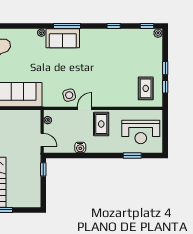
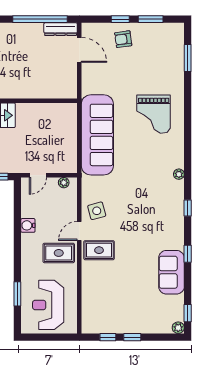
window: (67, 26) -> (188, 208), width x0.46
window: (114, 26) -> (188, 254), moved
sofa: (63, 38) -> (171, 272), moved
rug: (146, 88) -> (99, 250), moved
door: (84, 108) -> (79, 231), swing flipped

